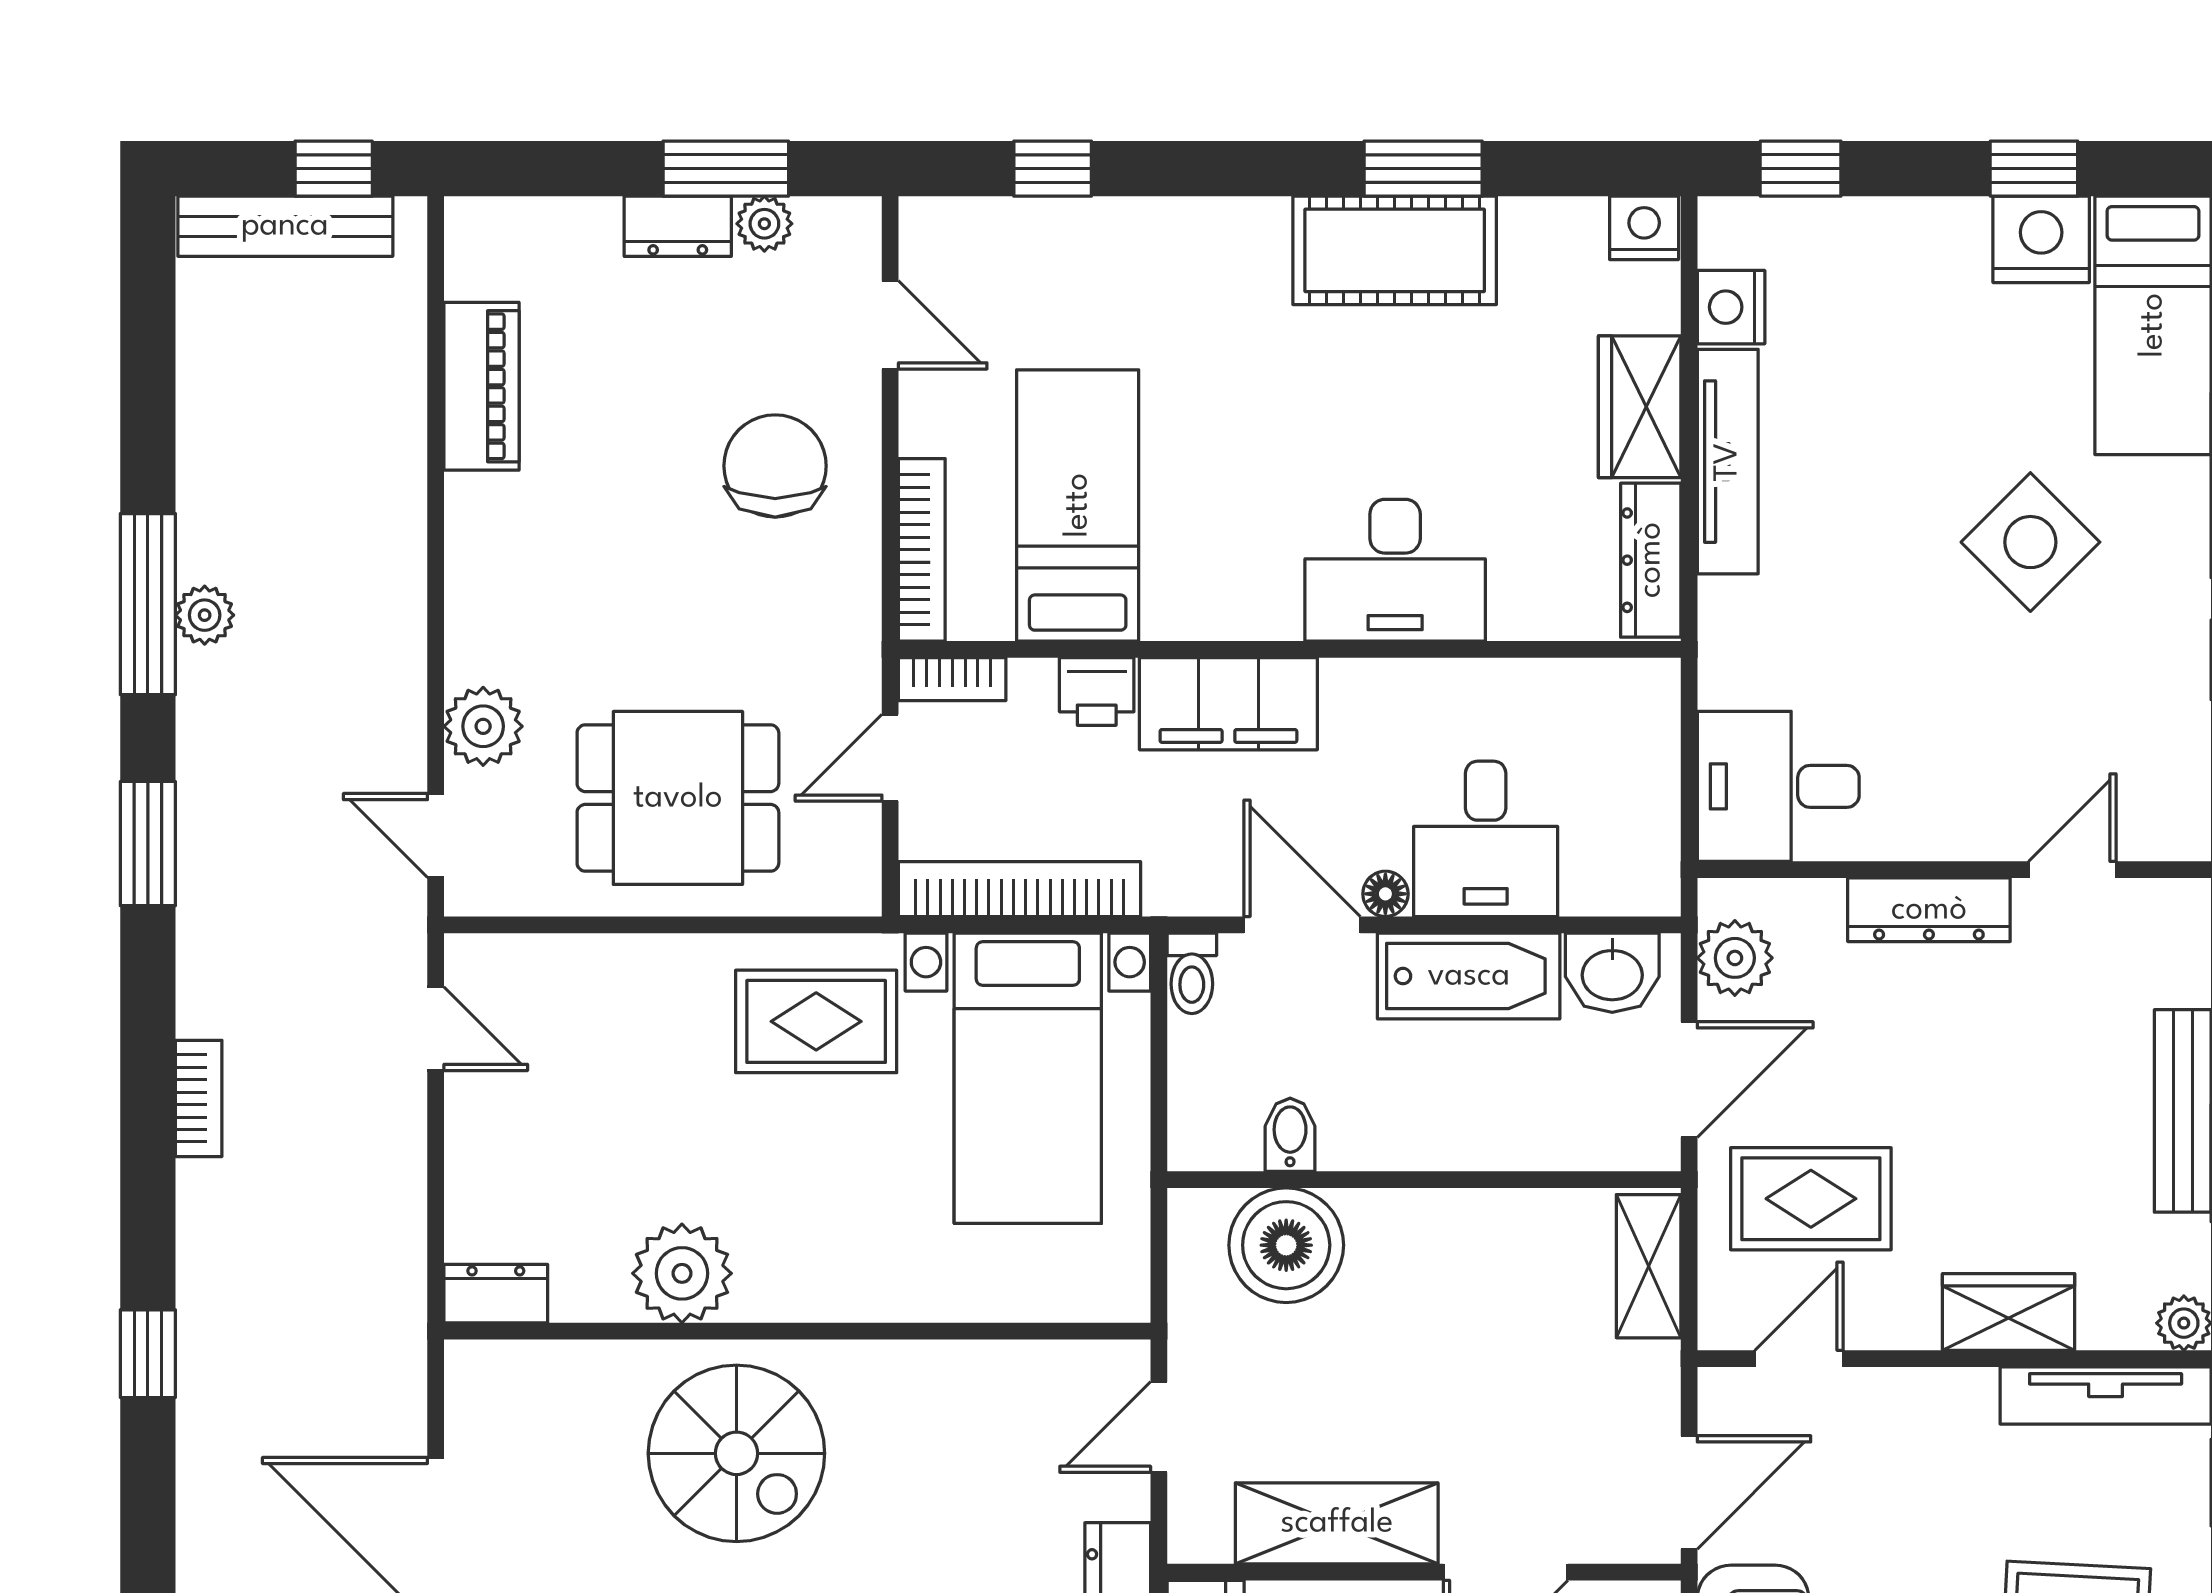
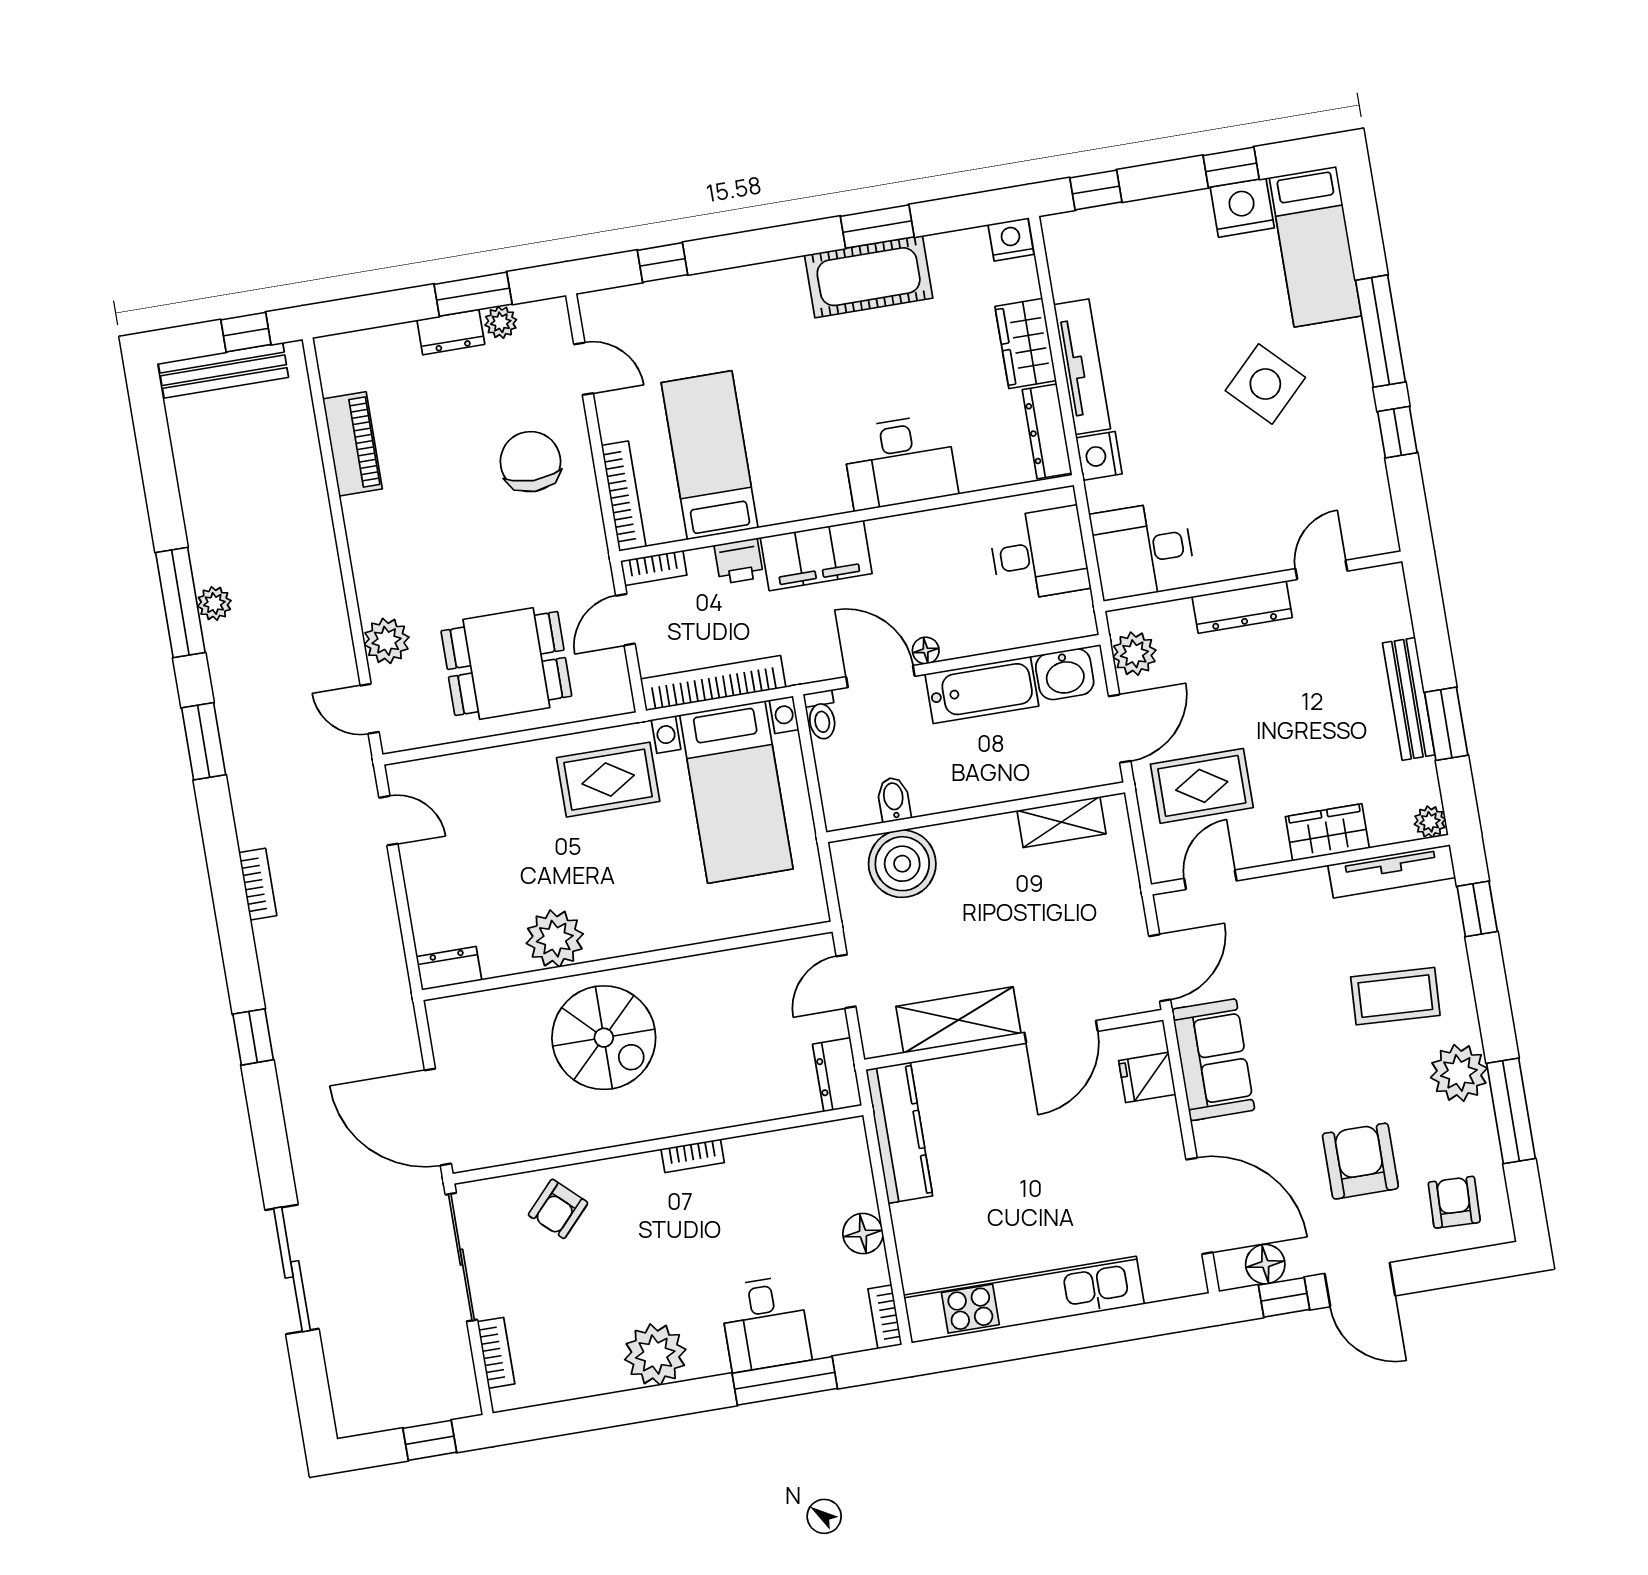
nightstand: (1731, 307) -> (1099, 456), moved
desk: (1486, 839) -> (1039, 554), moved, turned -90
shelving: (1649, 1266) -> (1062, 822), moved, turned 90

